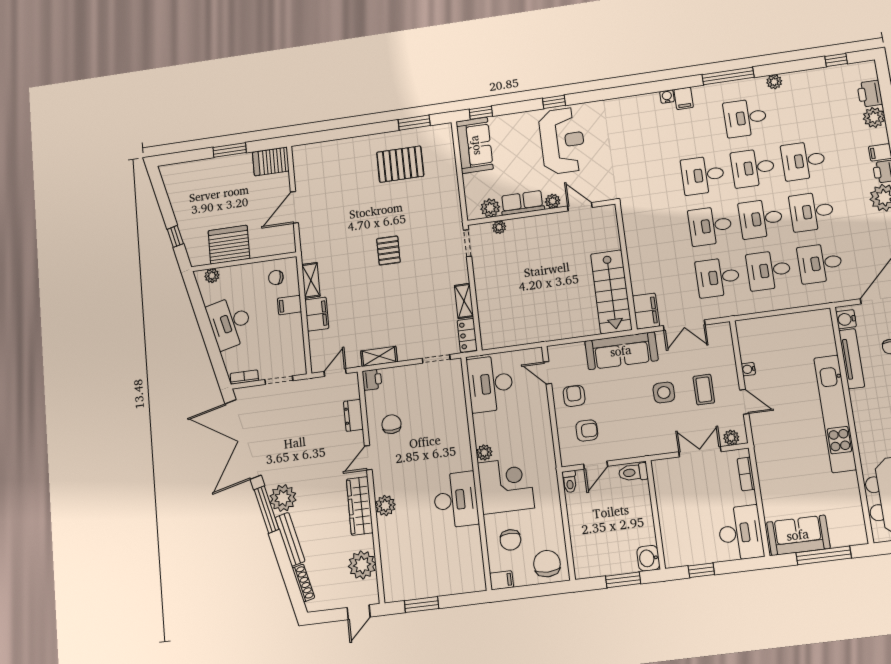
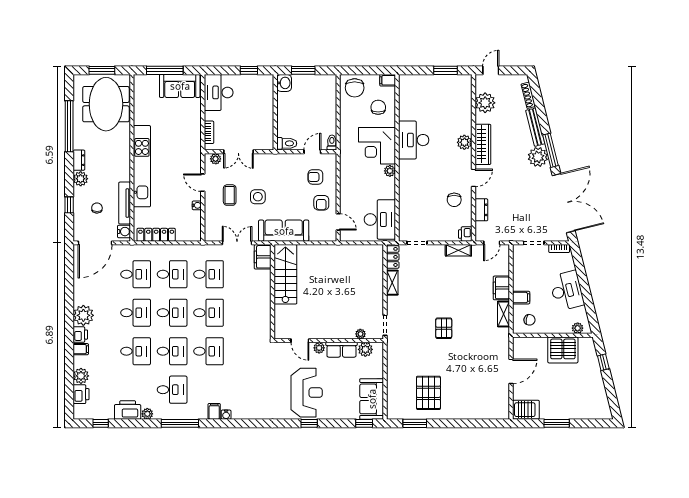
printer: (802, 83) -> (128, 410), added
reception desk: (562, 141) -> (307, 393), turned 180
pallet: (400, 164) -> (428, 393), turned 90
locker: (800, 321) -> (156, 235), added

